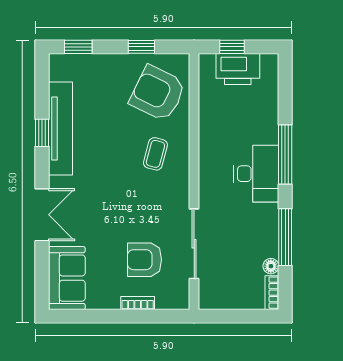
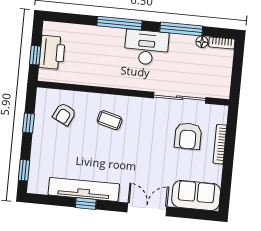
armchair: (158, 93) -> (64, 114), width x0.53, depth x0.53
desk: (256, 174) -> (146, 47), moved
bookcase: (138, 303) -> (220, 144), width x1.56

